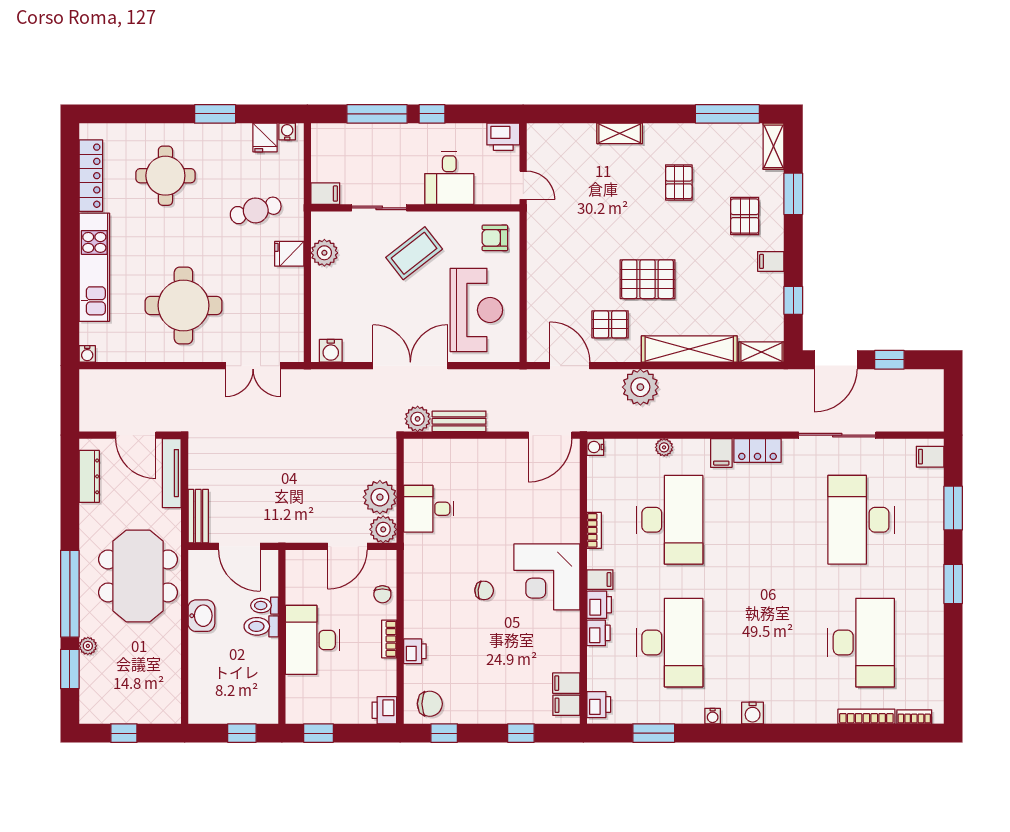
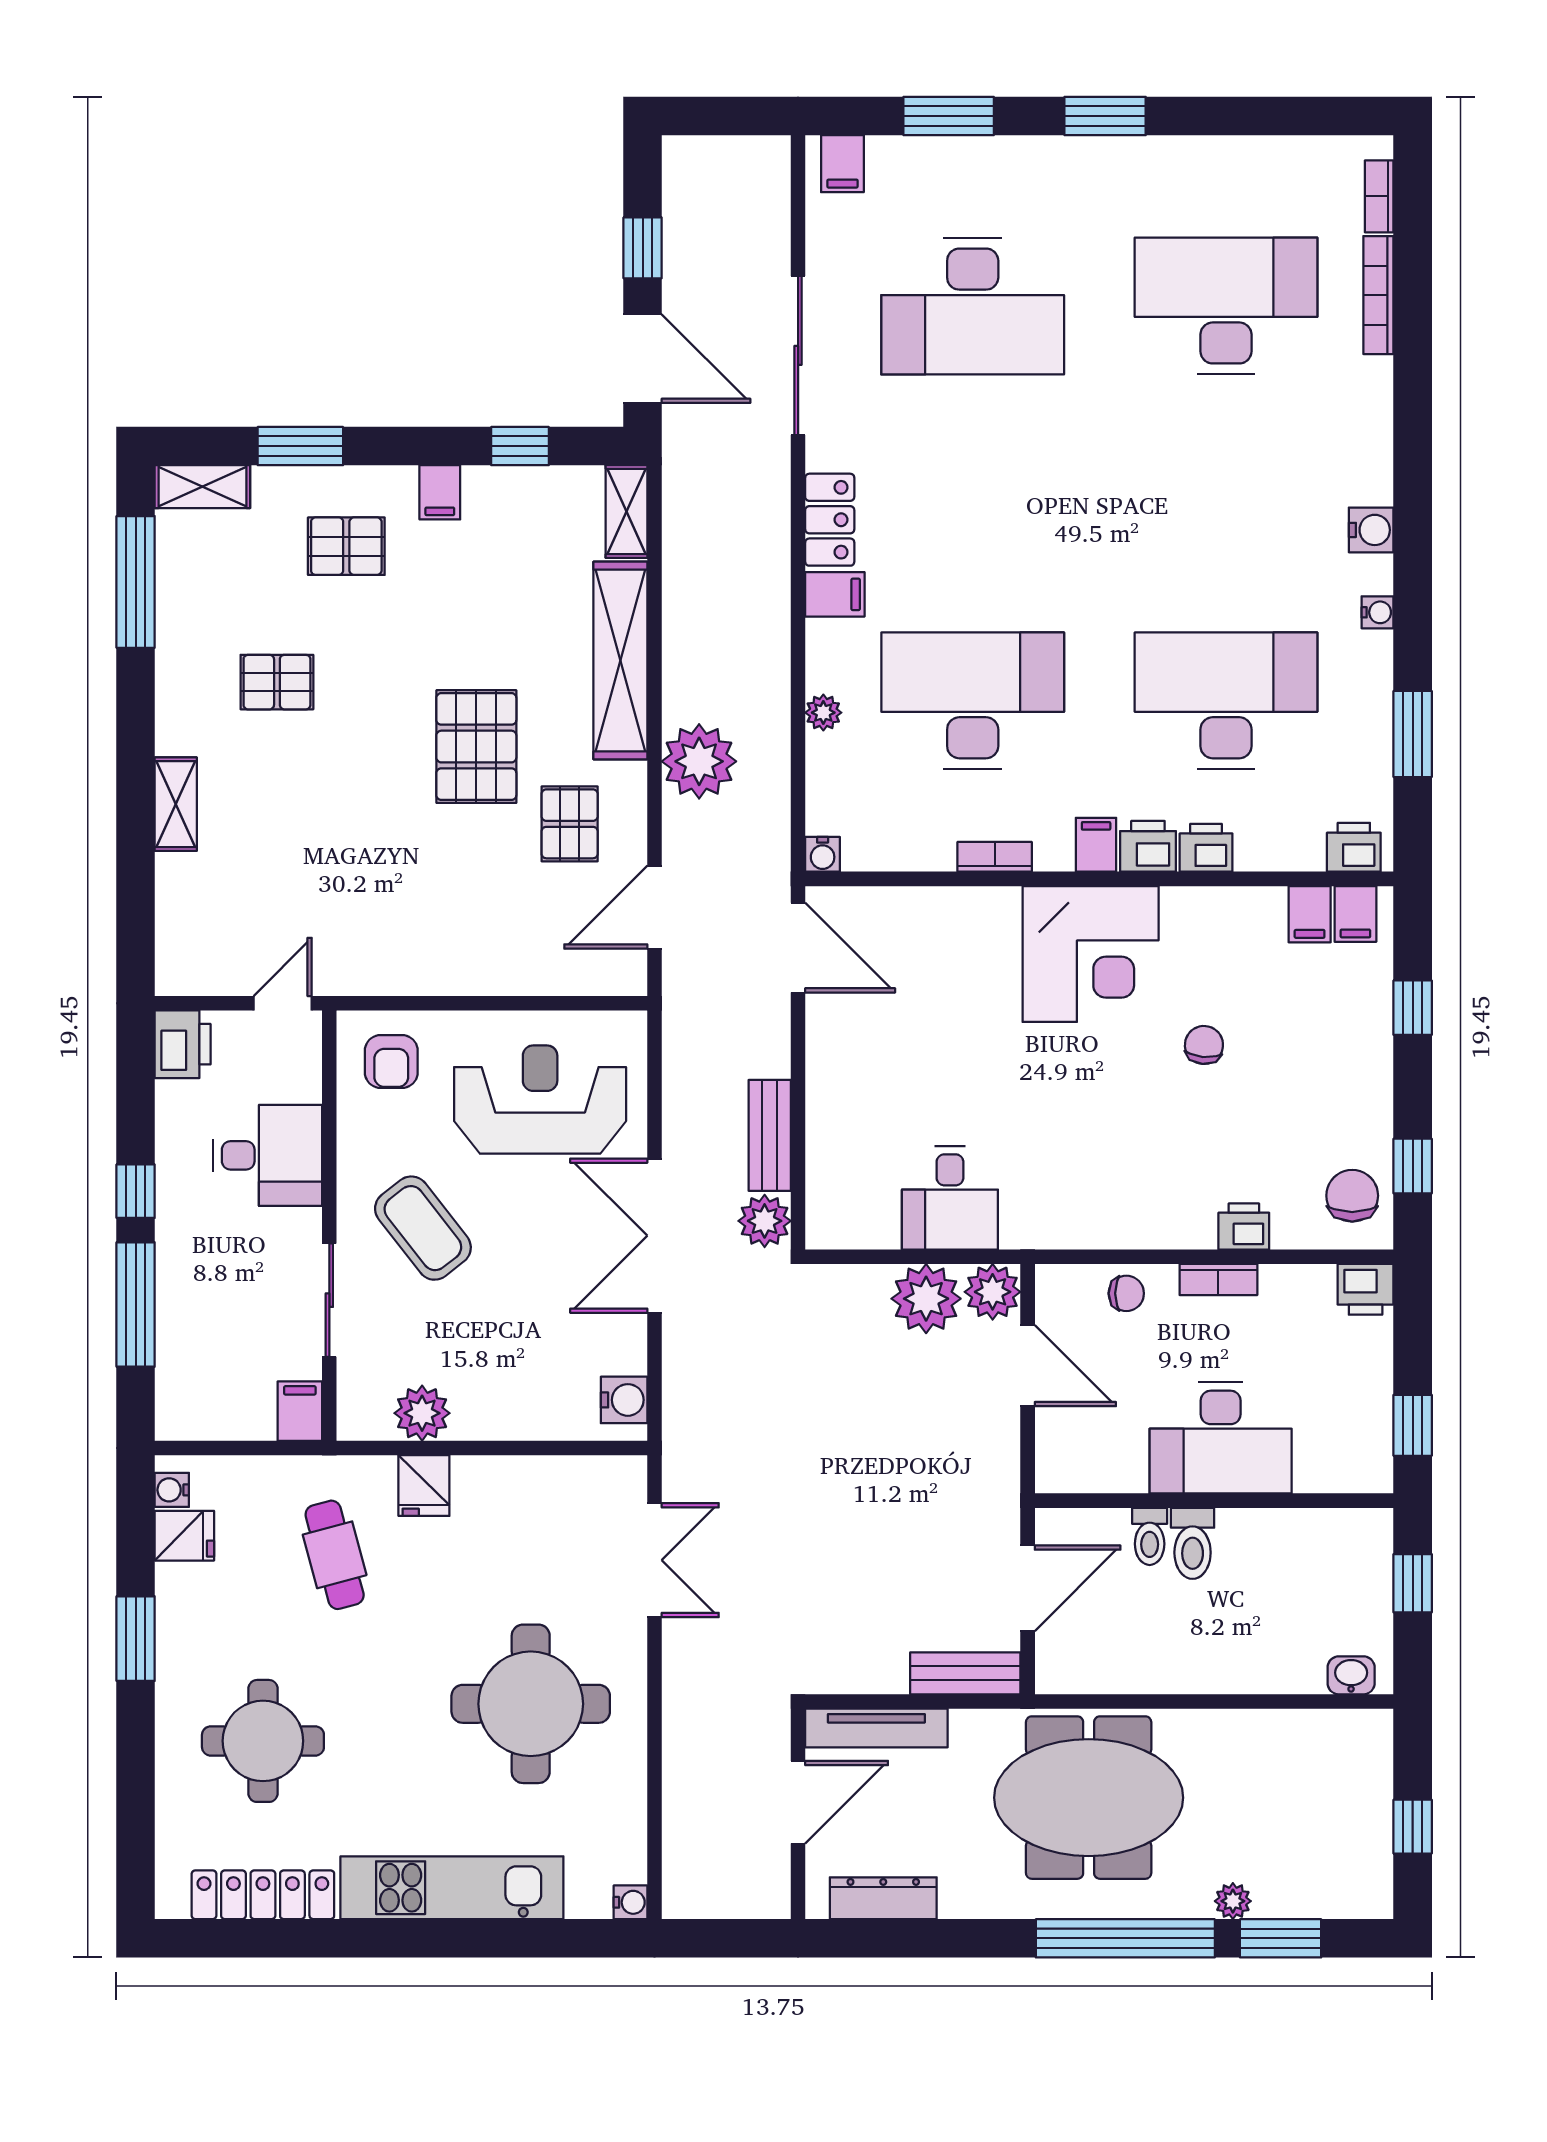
chair: (484, 590) -> (1204, 1045), moved
washbasin: (201, 616) -> (1351, 1675), moved, width x0.72, depth x0.69

